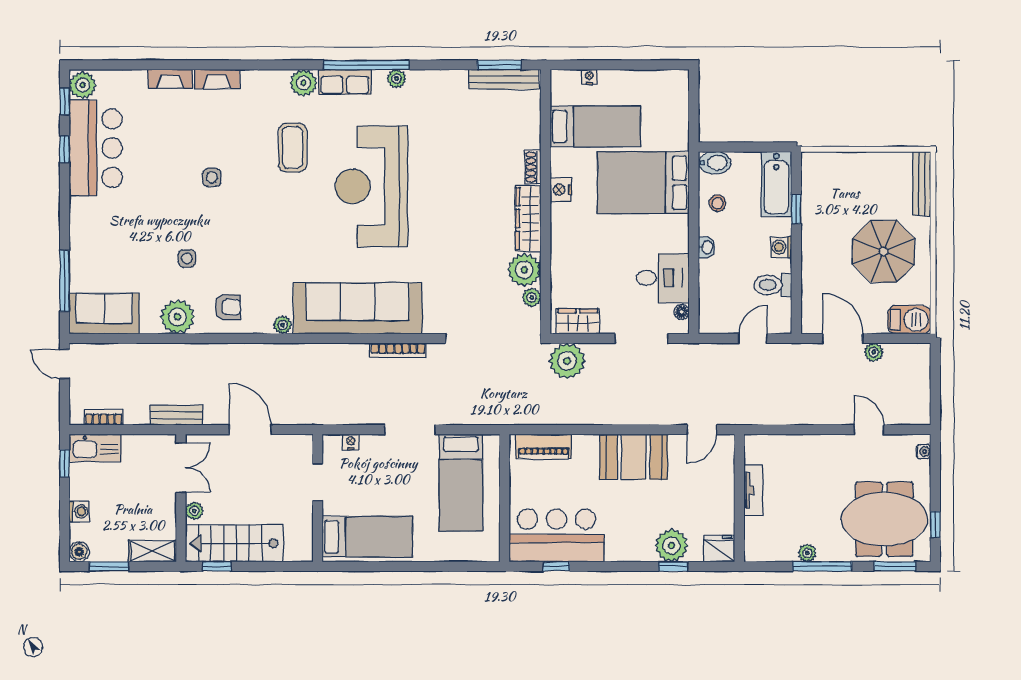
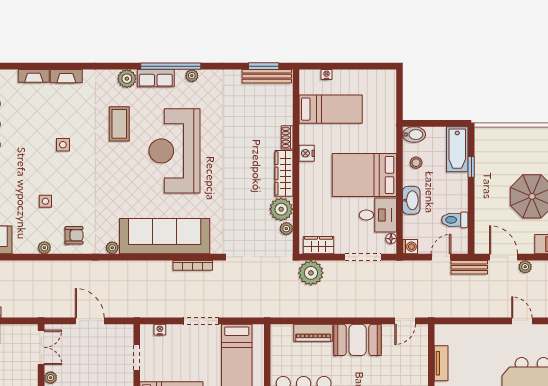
bed: (643, 183) -> (364, 175), moved
washbasin: (707, 247) -> (411, 200), width x1.91, depth x1.45
washing machine: (781, 247) -> (410, 247), moved, turned 180
plant: (177, 317) -> (44, 248), width x0.53, depth x0.53
bench: (176, 415) -> (469, 267), moved
piano: (544, 447) -> (313, 333), moved

